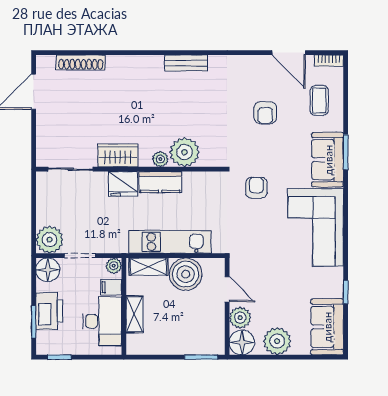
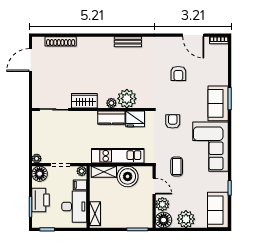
coffee table: (319, 100) -> (177, 167), moved
fridge: (123, 184) -> (135, 119), moved
plant: (50, 240) -> (37, 159), width x0.53, depth x0.53
shelving: (134, 314) -> (95, 214), moved

